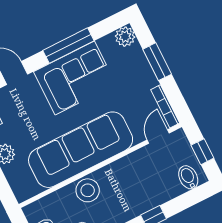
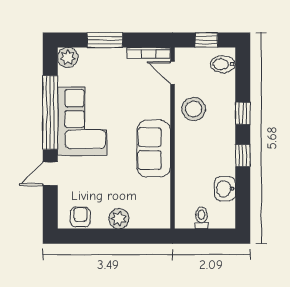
window: (68, 46) -> (50, 112), width x1.46
sofa: (81, 150) -> (154, 149), width x0.54, depth x0.79
stool: (88, 190) -> (194, 109), moved

